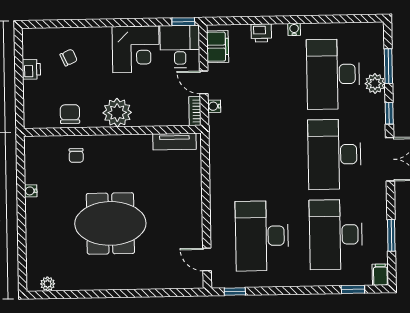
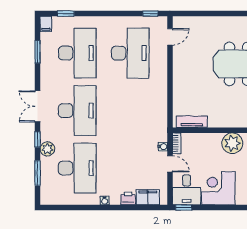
filing cabinet: (218, 47) -> (148, 197), moved, turned 90
plant: (375, 84) -> (47, 149), moved
door: (207, 259) -> (170, 37), hinge flipped

